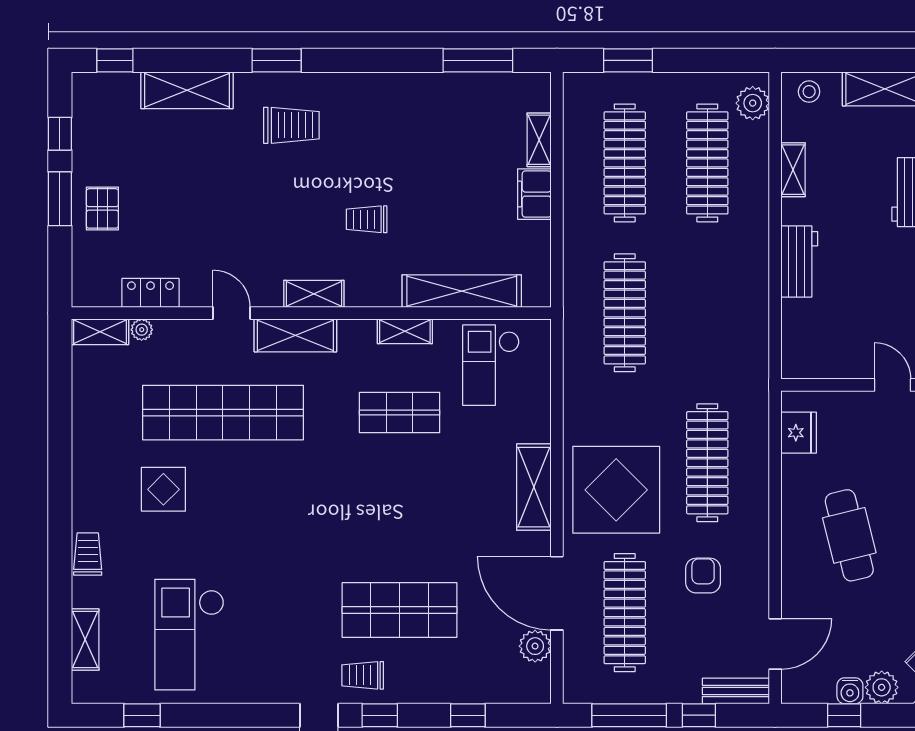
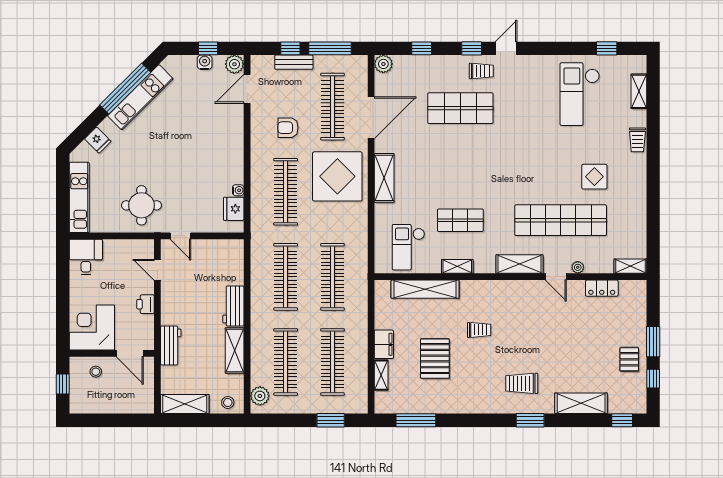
pallet: (444, 169) -> (435, 359), added
shelving: (793, 170) -> (235, 350), width x1.50, depth x1.33
pallet: (102, 208) -> (629, 359), moved
shelving: (314, 294) -> (509, 288), removed
clothes rail: (707, 313) -> (286, 277), added
plant: (142, 330) -> (578, 267), moved
checkout: (491, 365) -> (408, 247), turned 180
water cooler: (791, 465) -> (238, 190), added
cafe table: (849, 535) -> (205, 150), removed
armchair: (703, 576) -> (288, 128), turned 90
door: (557, 593) -> (371, 118), hinge flipped
checkout: (189, 635) -> (580, 94), turned 180
plant: (535, 646) -> (383, 64), moved
plant: (882, 687) -> (234, 64), moved
bench: (736, 691) -> (294, 62), moved

